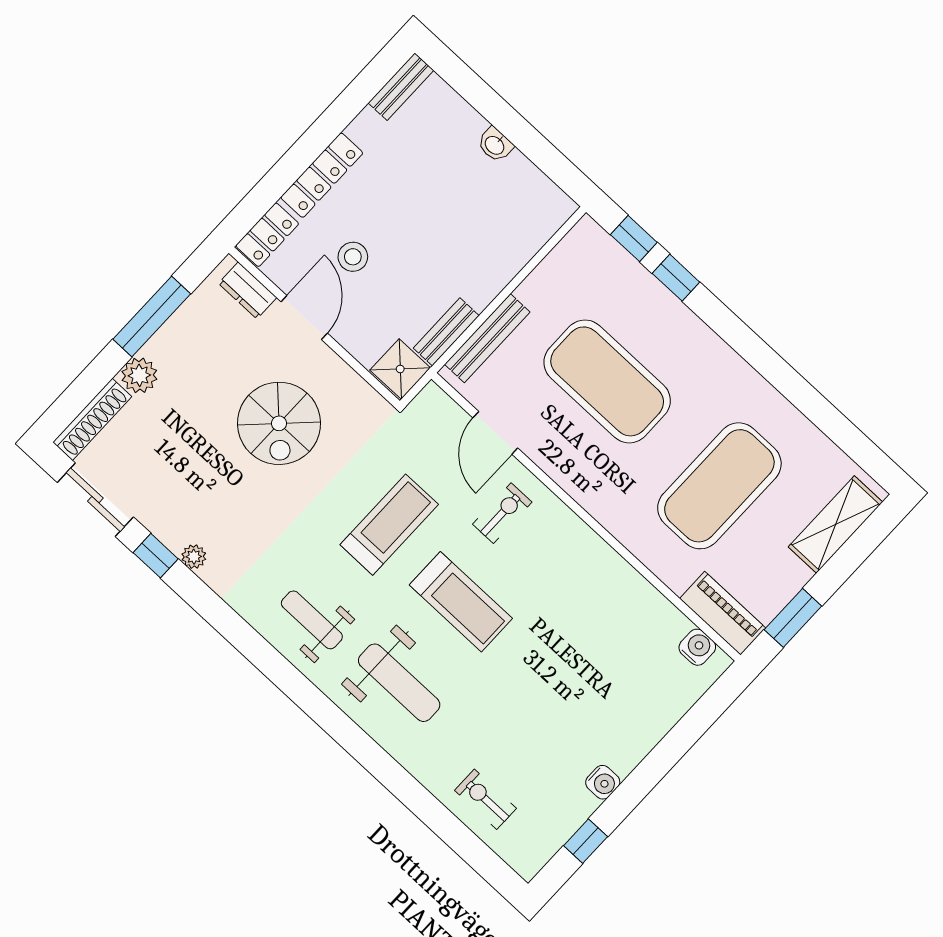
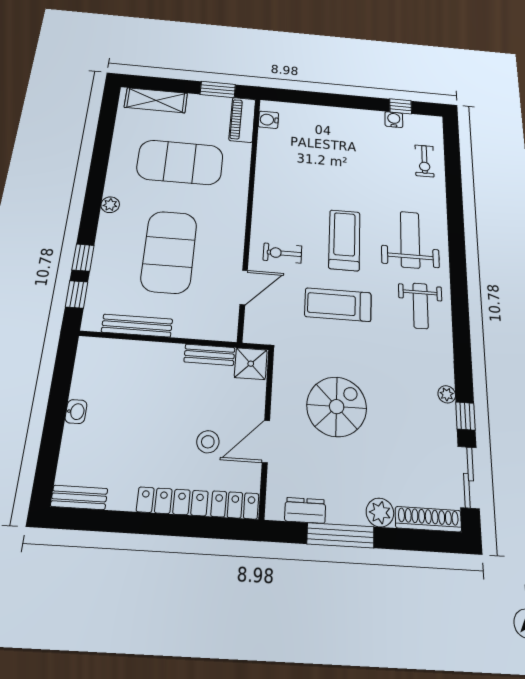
dresser: (248, 290) -> (305, 510), moved, turned -90
bench: (487, 338) -> (137, 326), moved
plant: (723, 358) -> (110, 205), added
water cooler: (603, 782) -> (394, 120), moved

